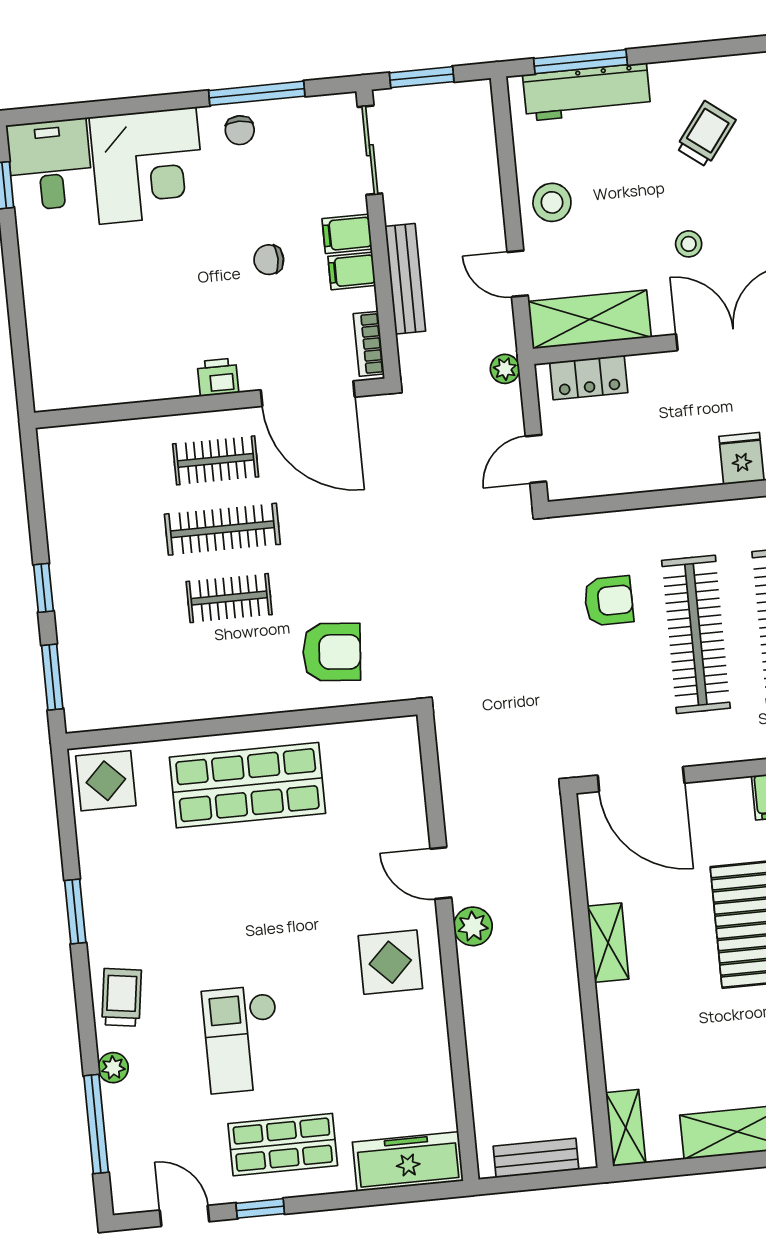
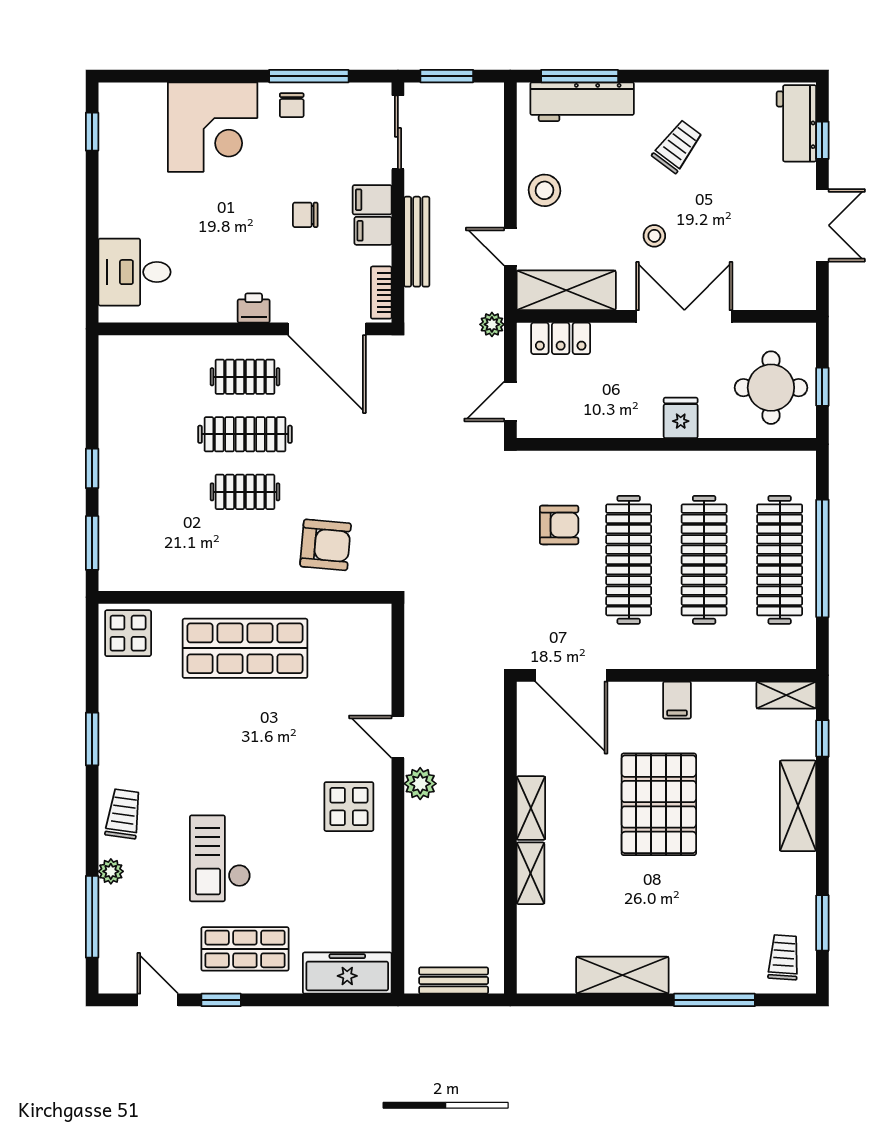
desk: (50, 165) -> (134, 272), moved, turned -90
shelving: (626, 1128) -> (530, 873), moved

